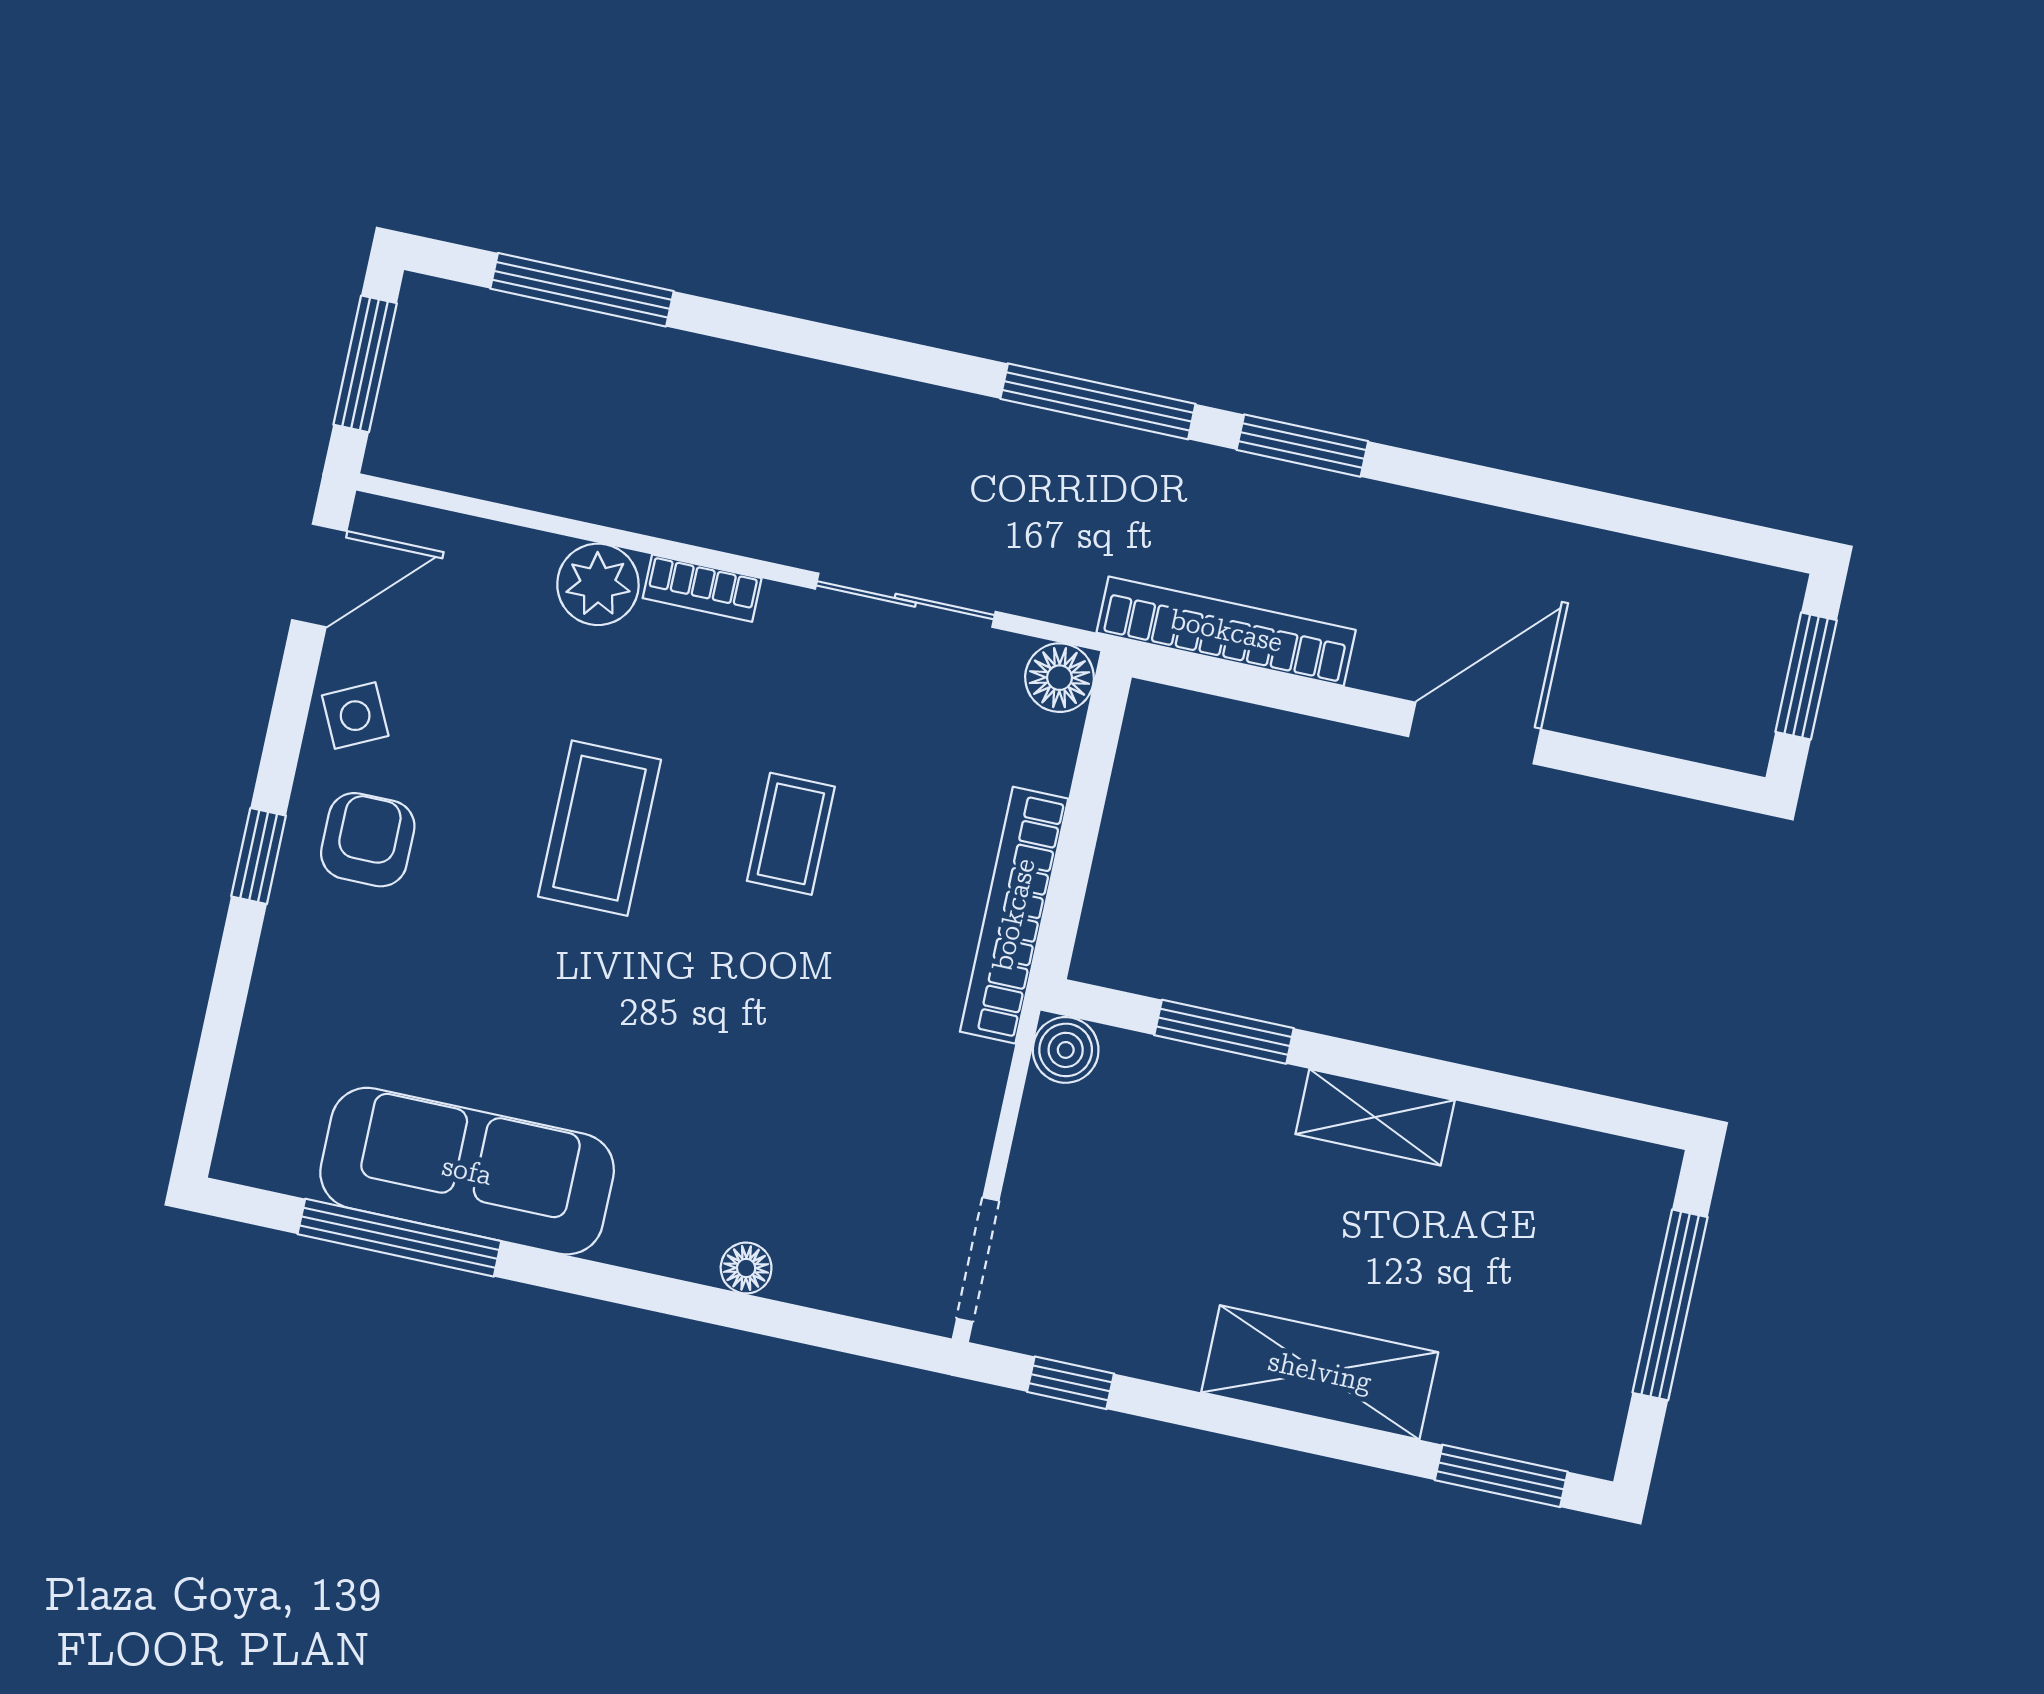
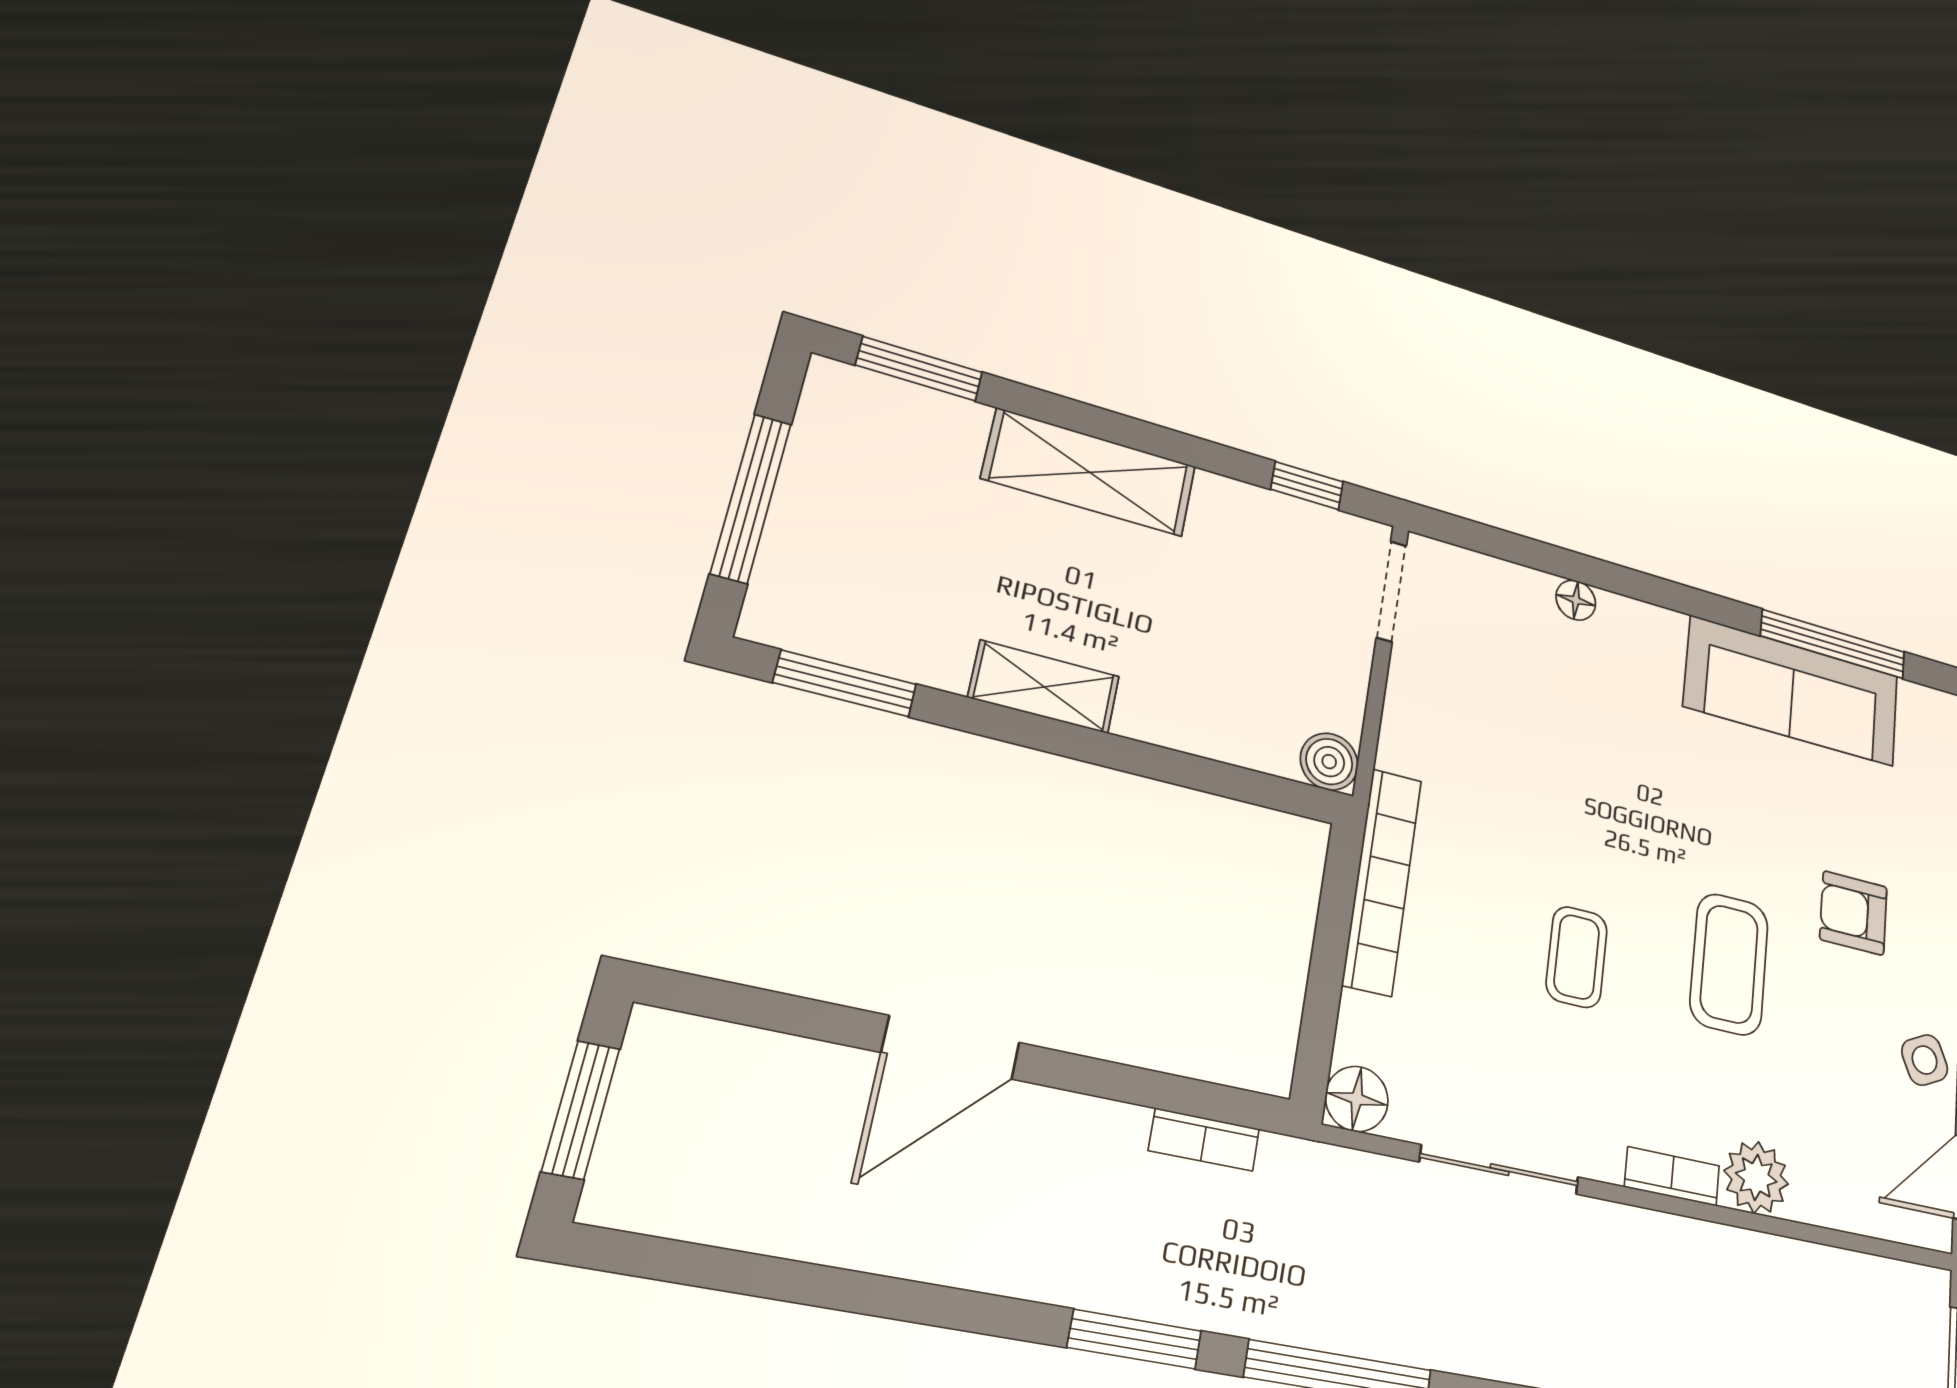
bookcase: (1226, 631) -> (1204, 1140), width x0.43, depth x0.76
armchair: (368, 840) -> (1853, 913), moved, turned 90
window: (1224, 1032) -> (845, 683), moved

